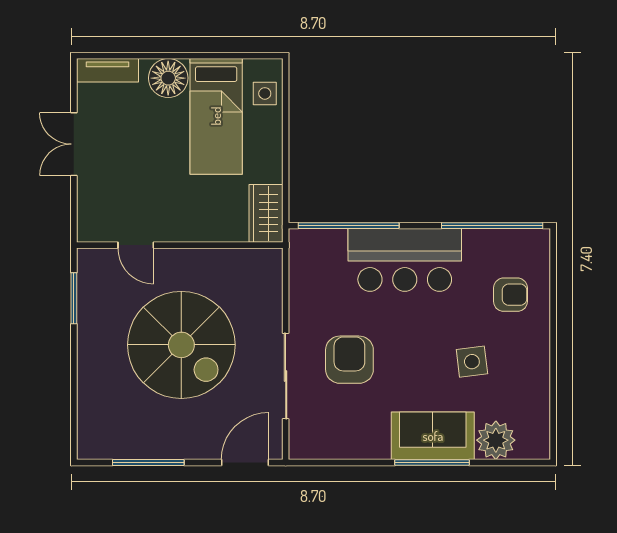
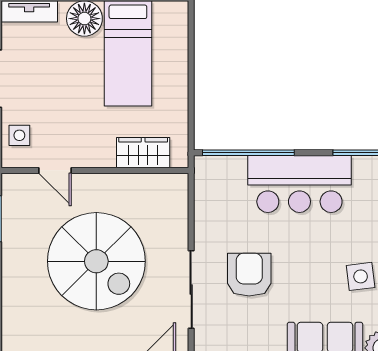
side table: (265, 93) -> (19, 135), moved
wardrobe: (266, 213) -> (143, 153), moved, turned 90

